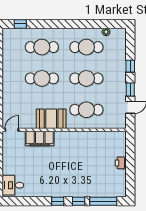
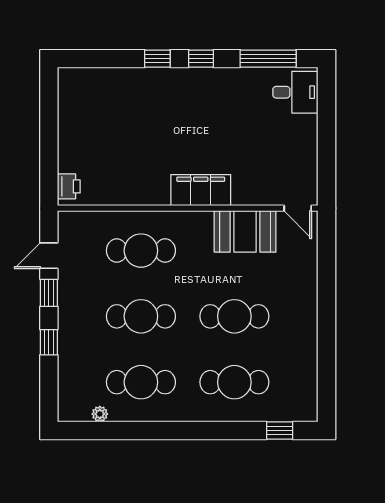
booth: (51, 119) -> (245, 231), moved
door: (12, 130) -> (298, 208), hinge flipped
filing cabinet: (40, 139) -> (201, 190), moved
printer: (121, 163) -> (69, 186), moved
window: (103, 201) -> (268, 59), moved

